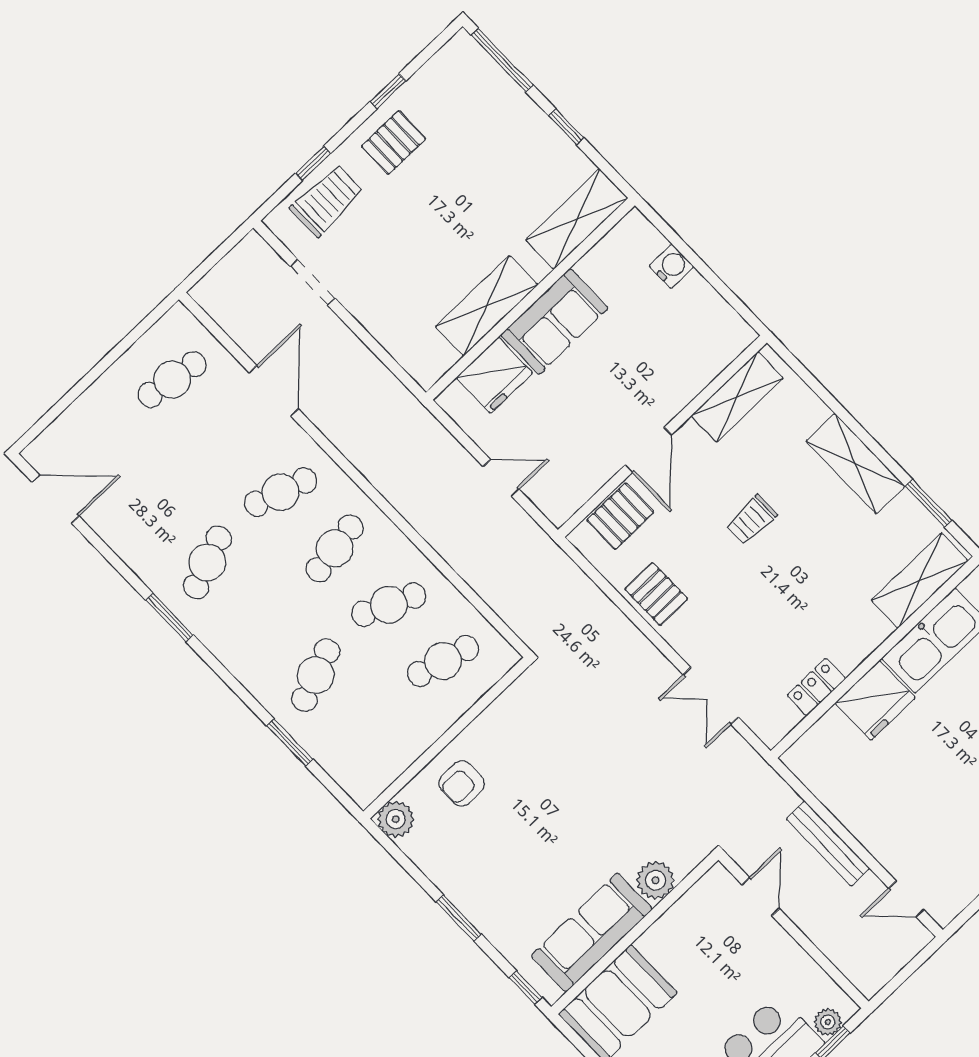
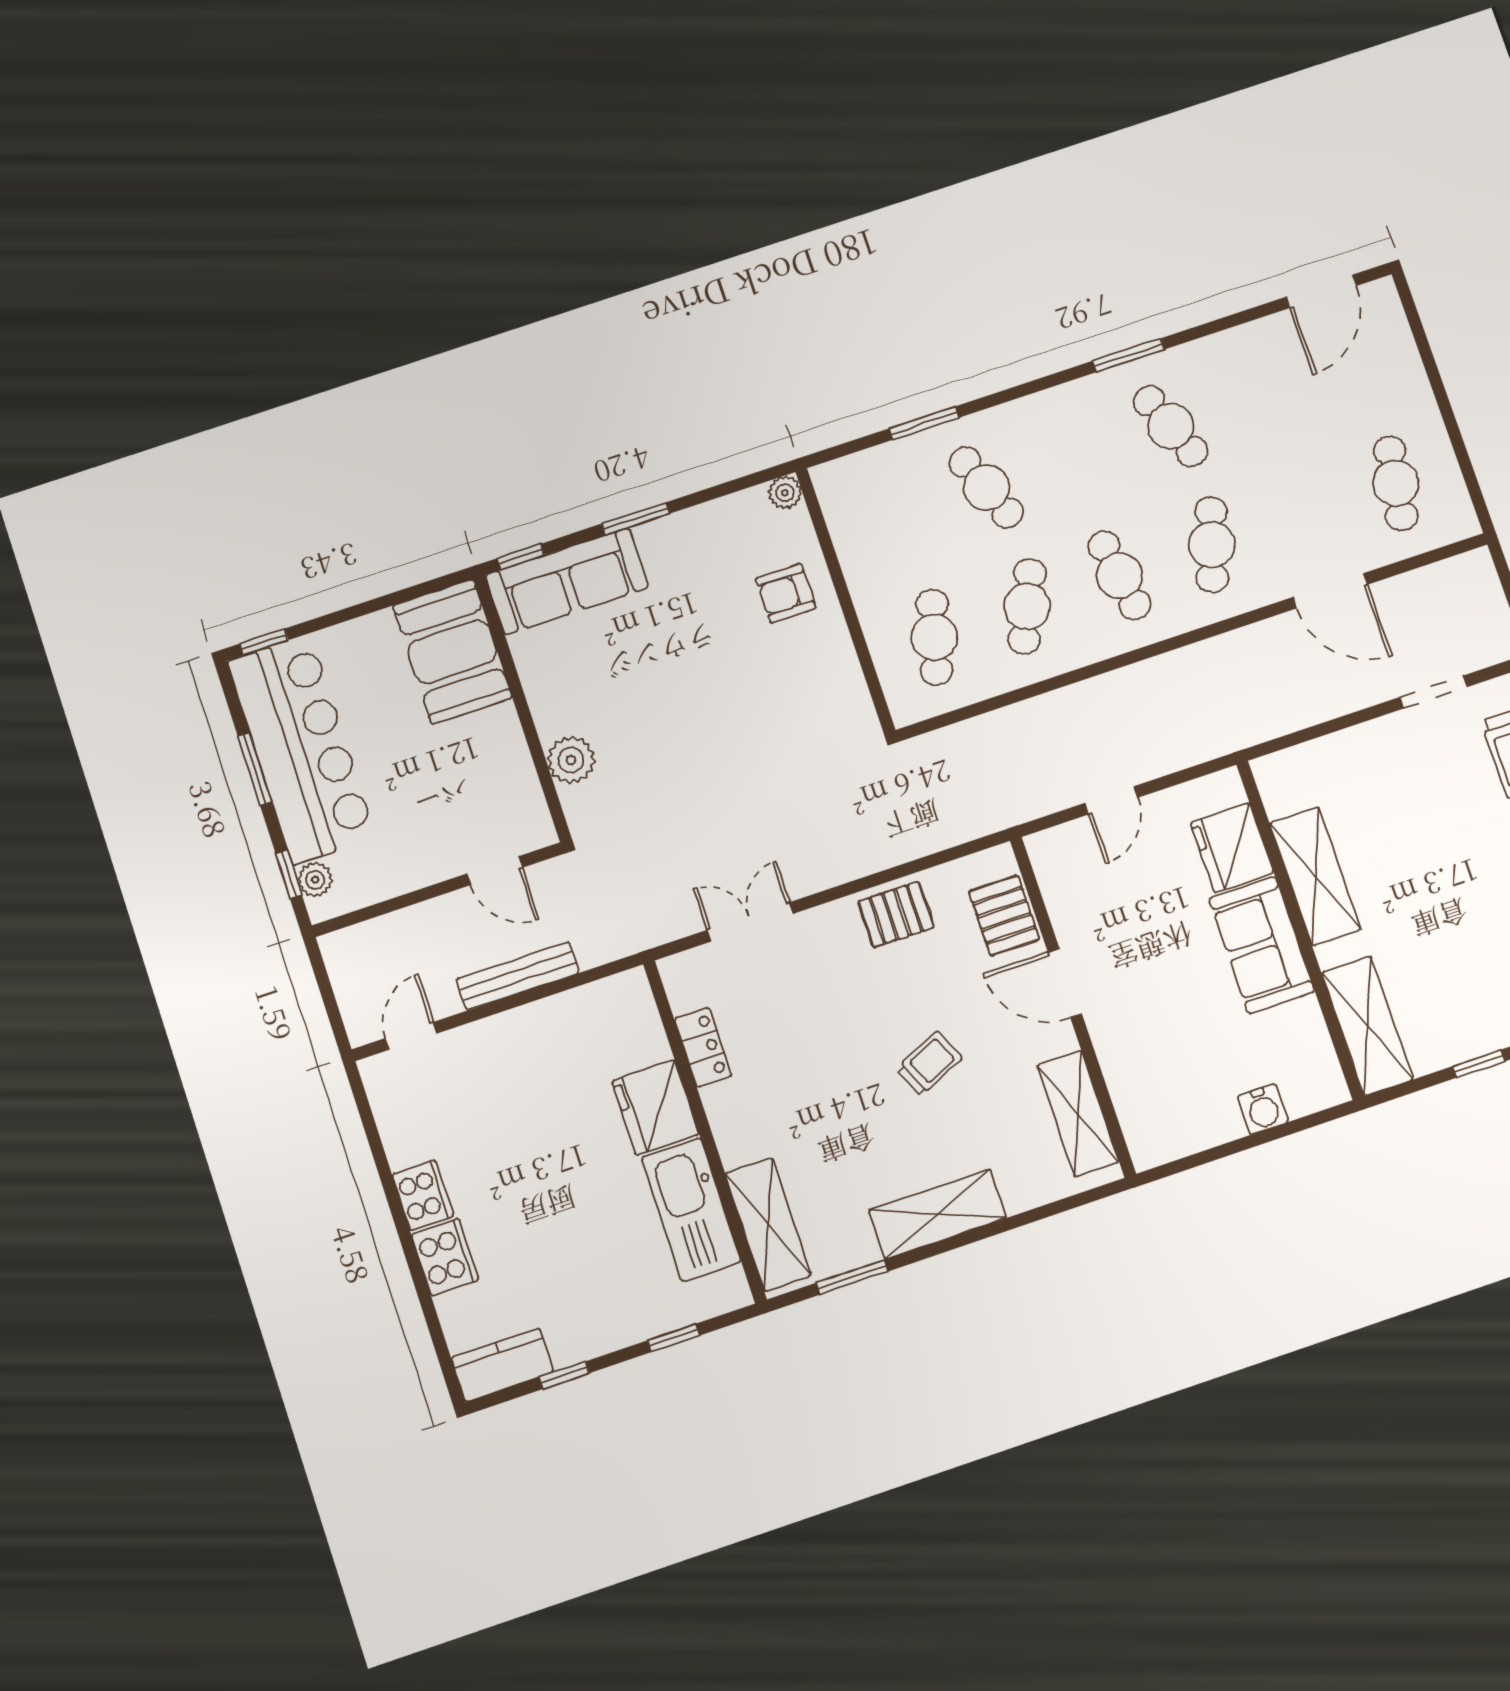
trolley: (752, 520) -> (929, 1063), turned 66
armchair: (462, 783) -> (786, 593), turned -90
plant: (396, 819) -> (785, 493), width x0.73, depth x0.73
sofa: (592, 932) -> (567, 581), moved, turned 90

